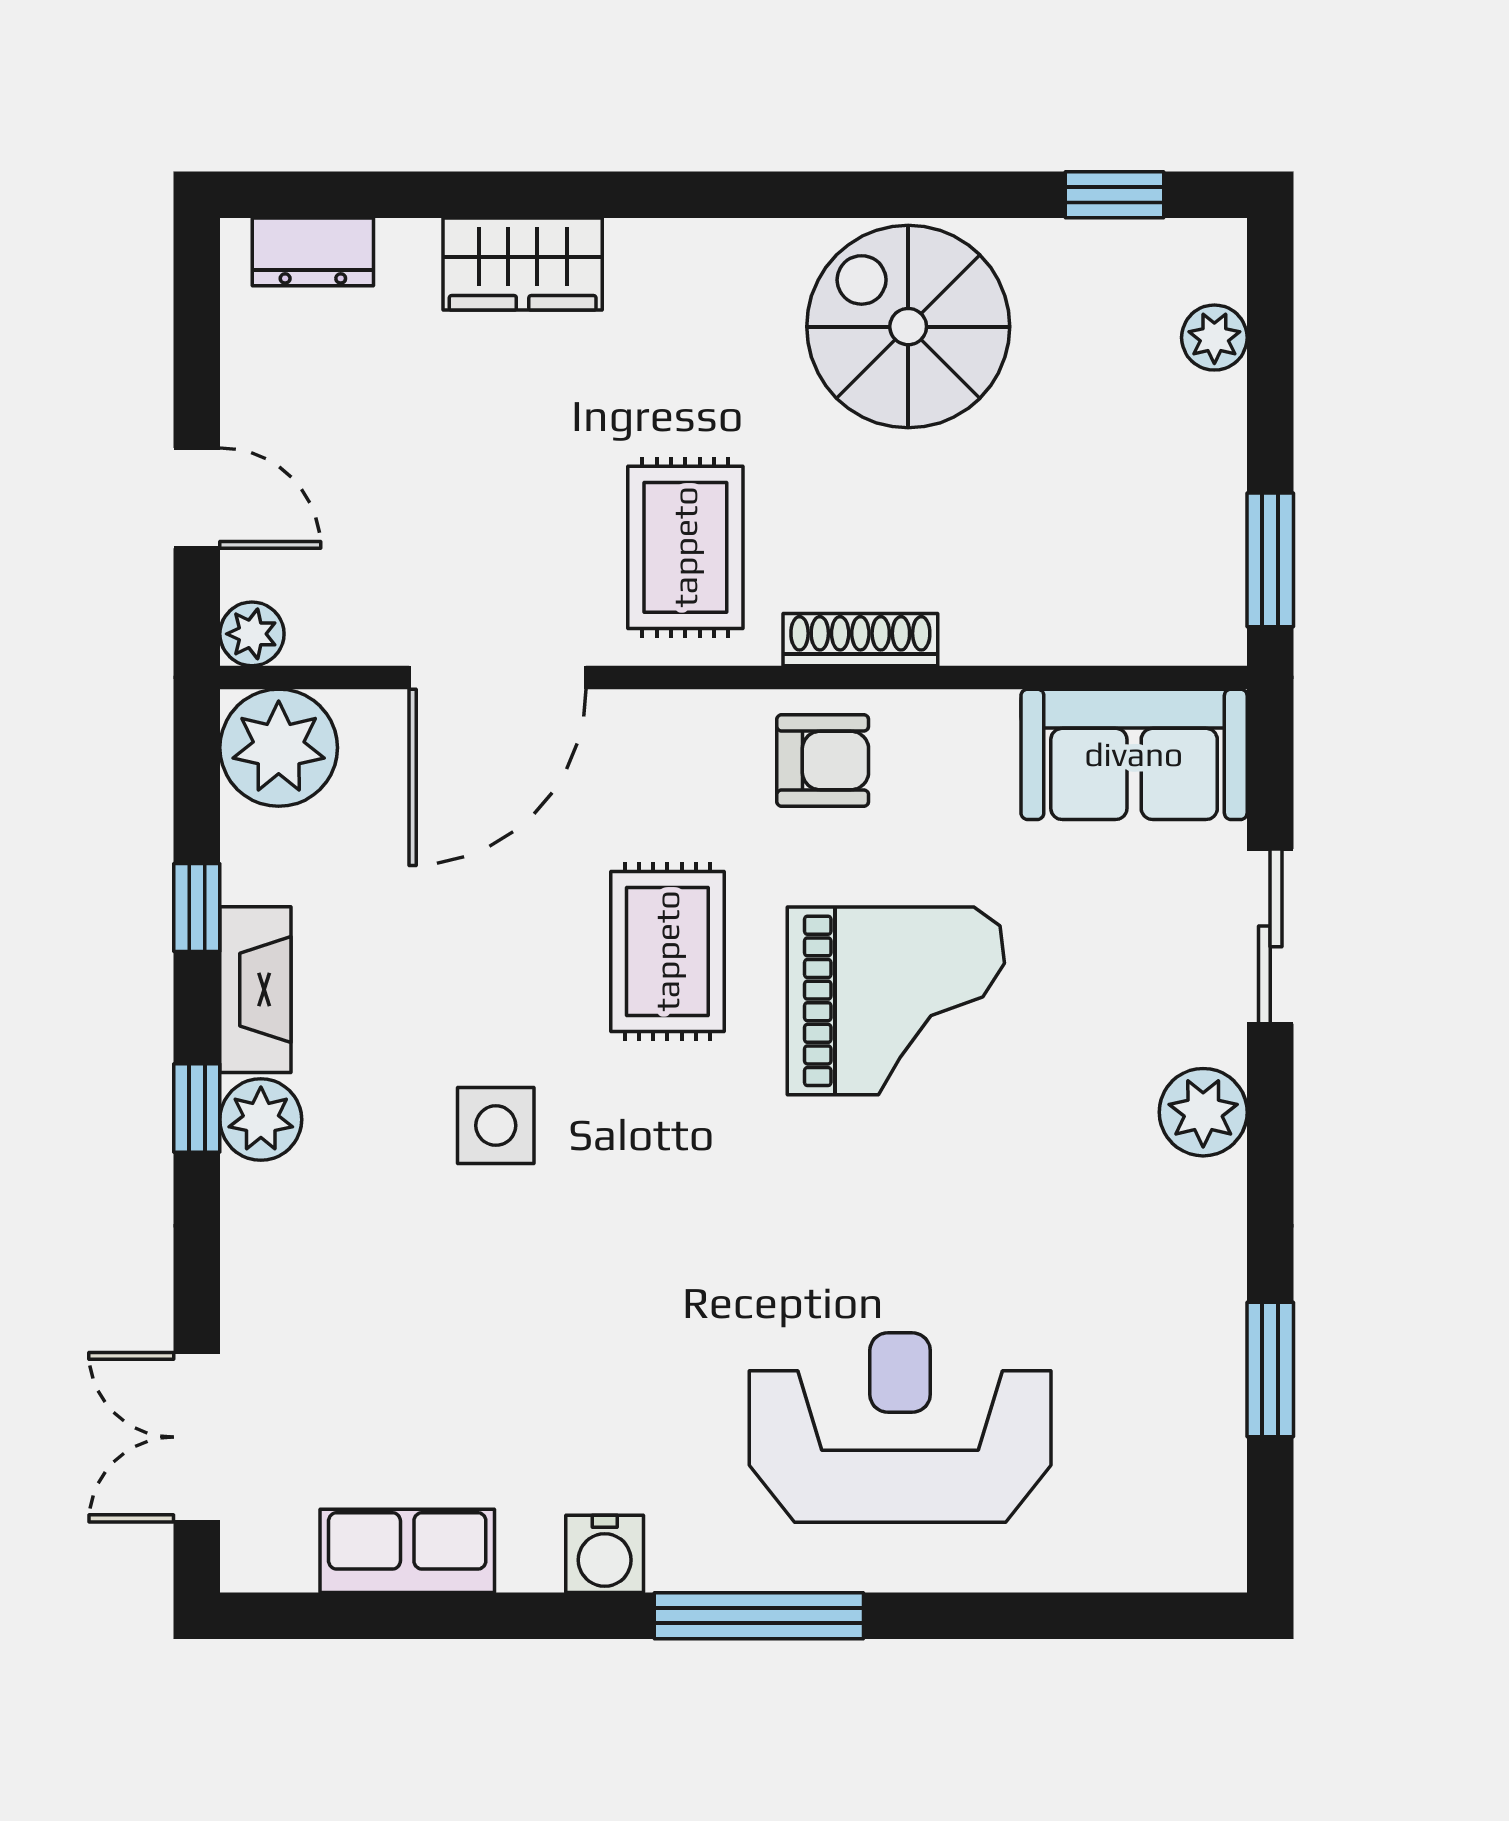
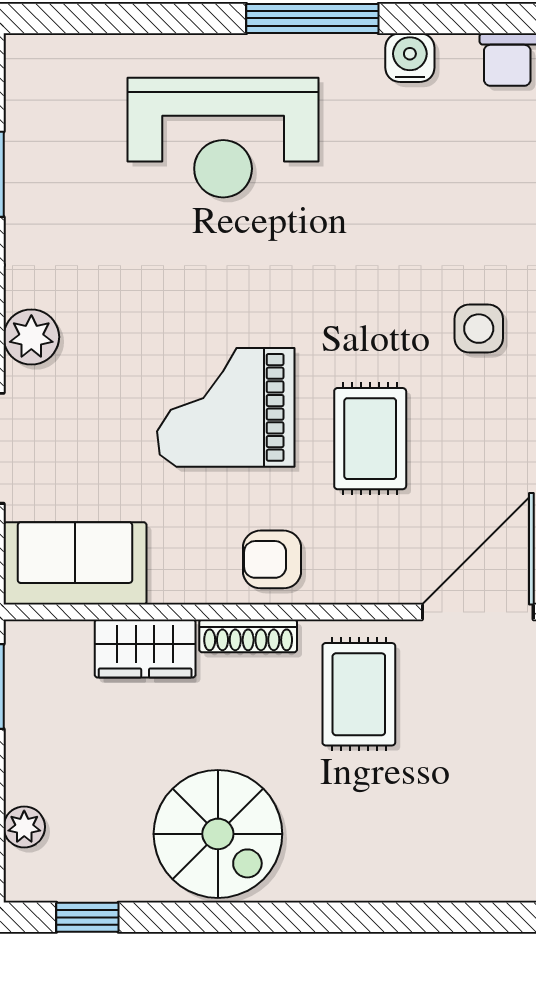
wardrobe: (523, 264) -> (145, 648), moved, turned 180

